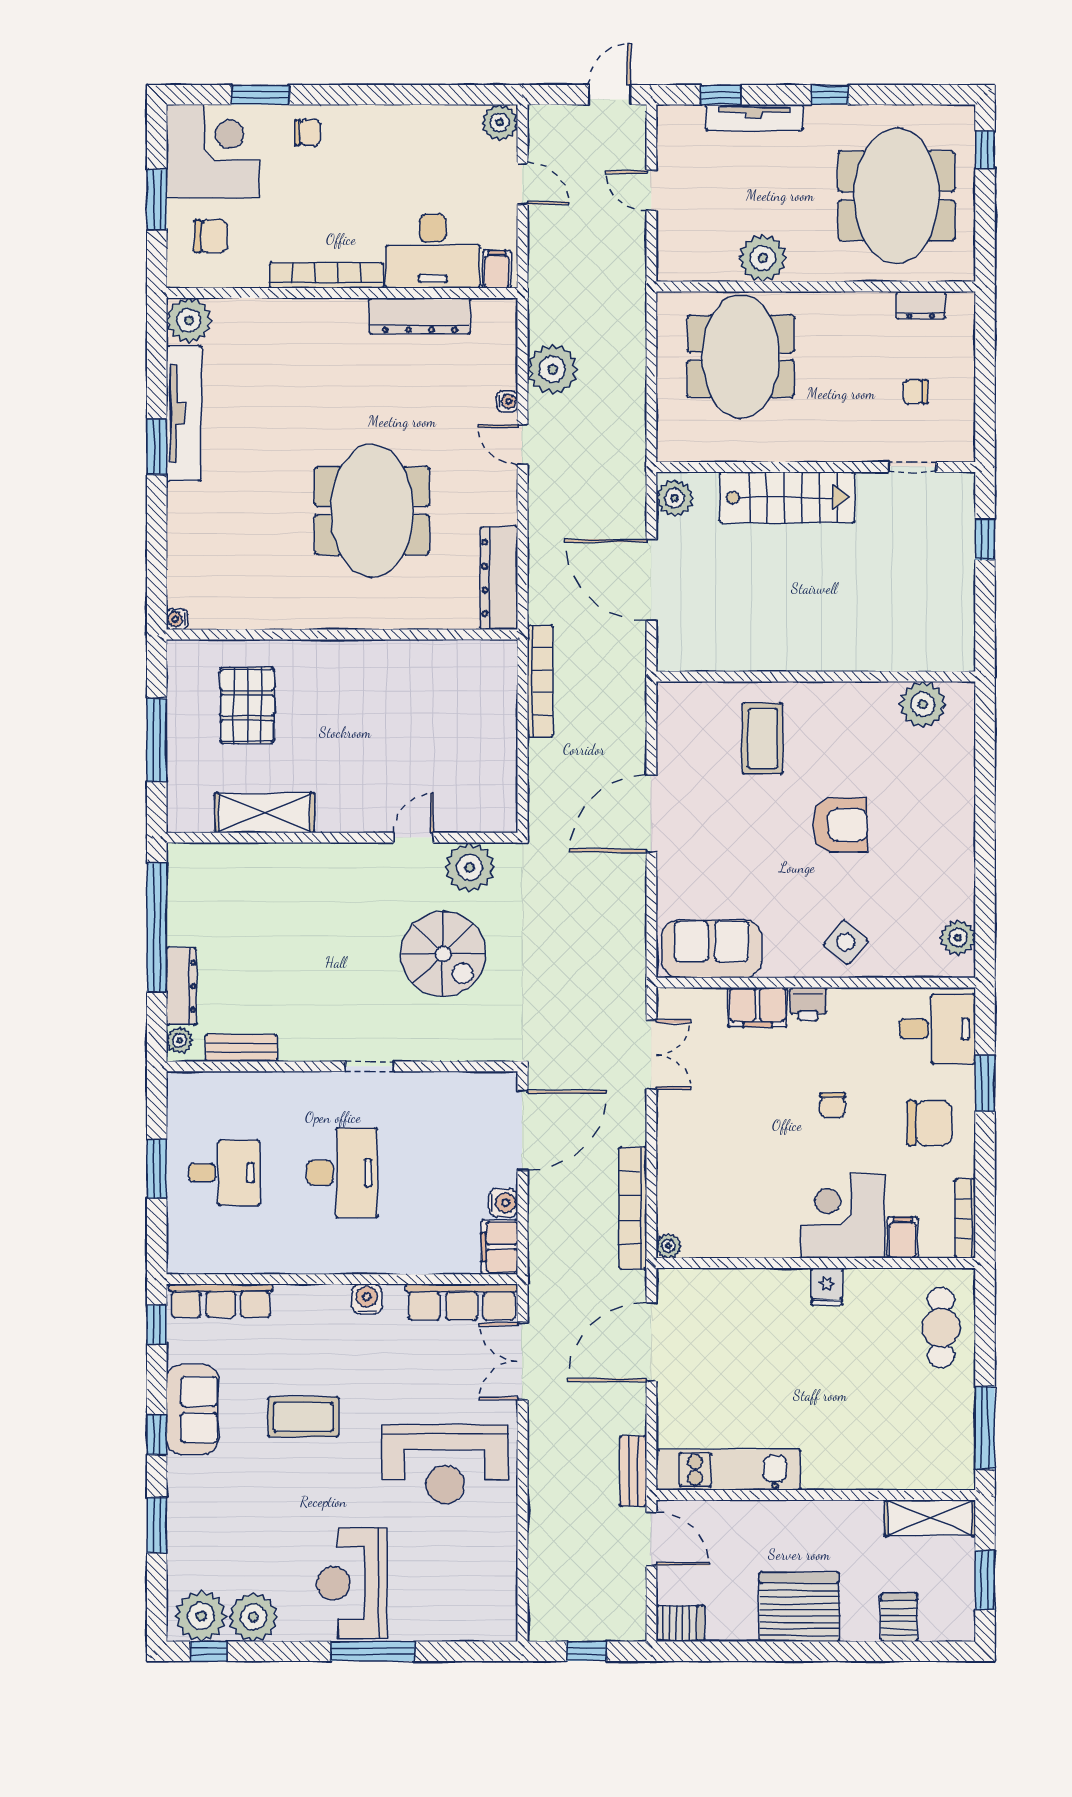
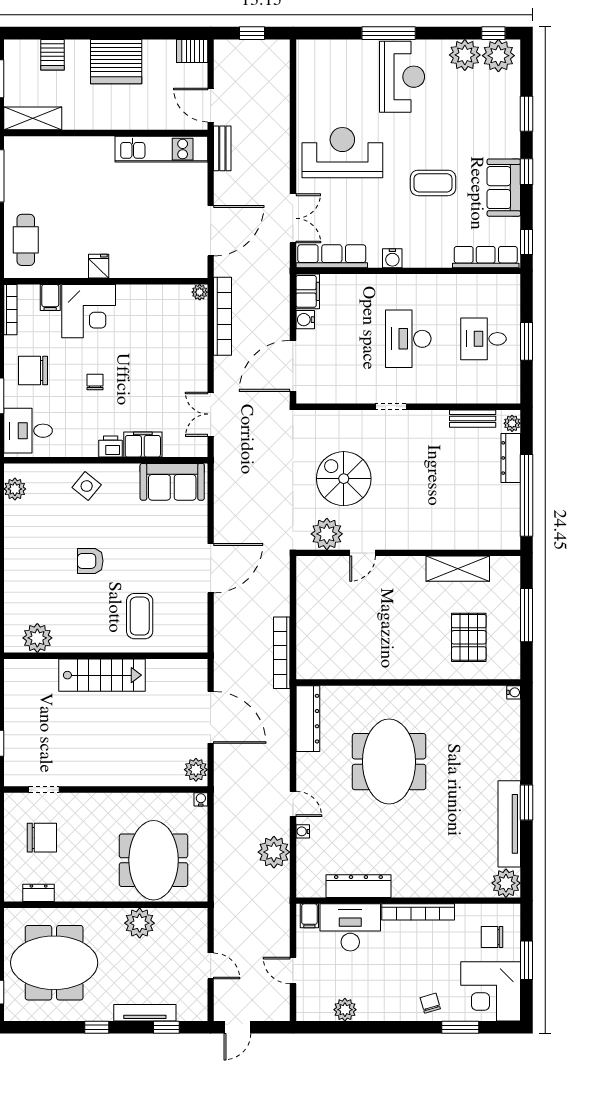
plant: (500, 122) -> (345, 1010), moved
chair: (307, 132) -> (430, 1003), turned 74
meeting table: (896, 196) -> (54, 963), turned 90
chair: (916, 392) -> (42, 838), width x1.87, depth x1.87
water cooler: (667, 452) -> (201, 799), added
stairs: (787, 497) -> (102, 675), moved, turned 180
armchair: (840, 825) -> (90, 561), width x0.72, depth x0.72

